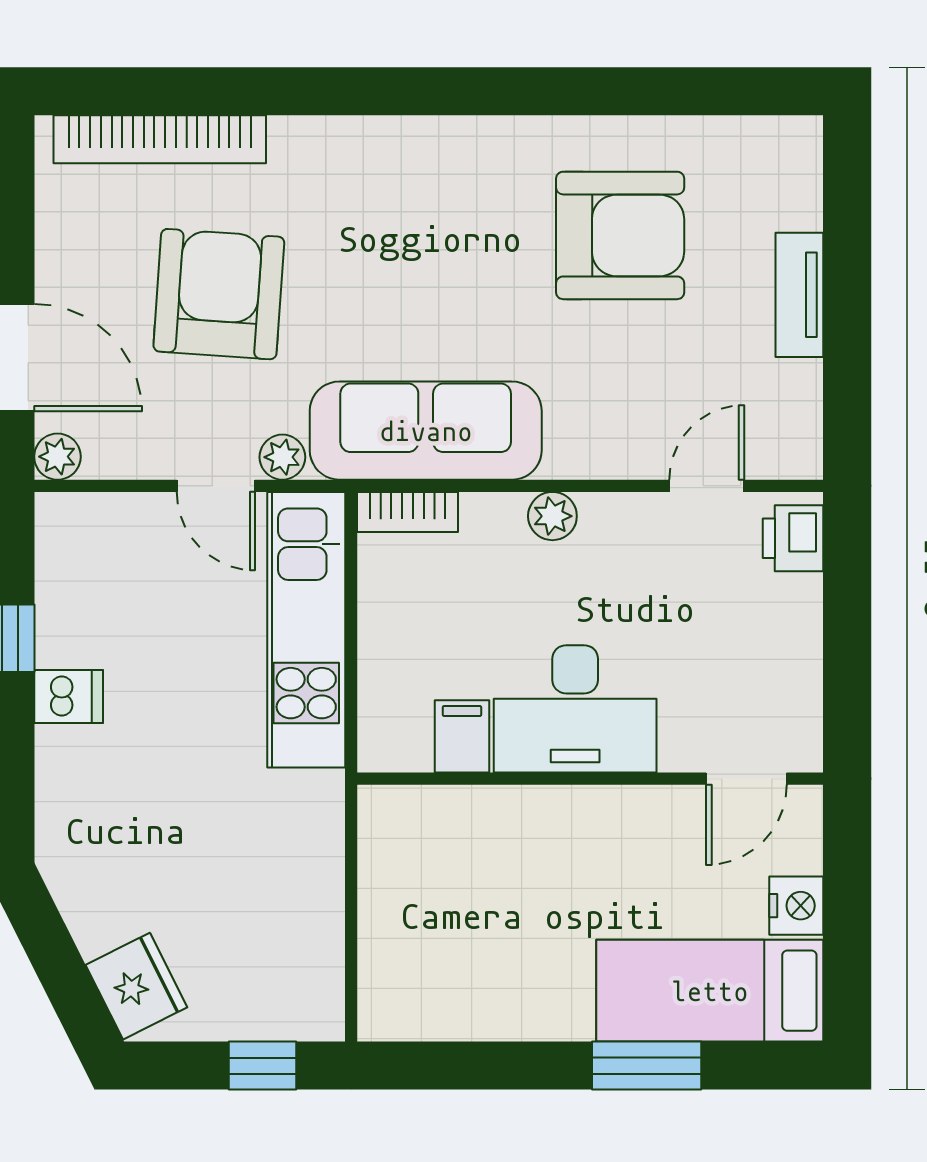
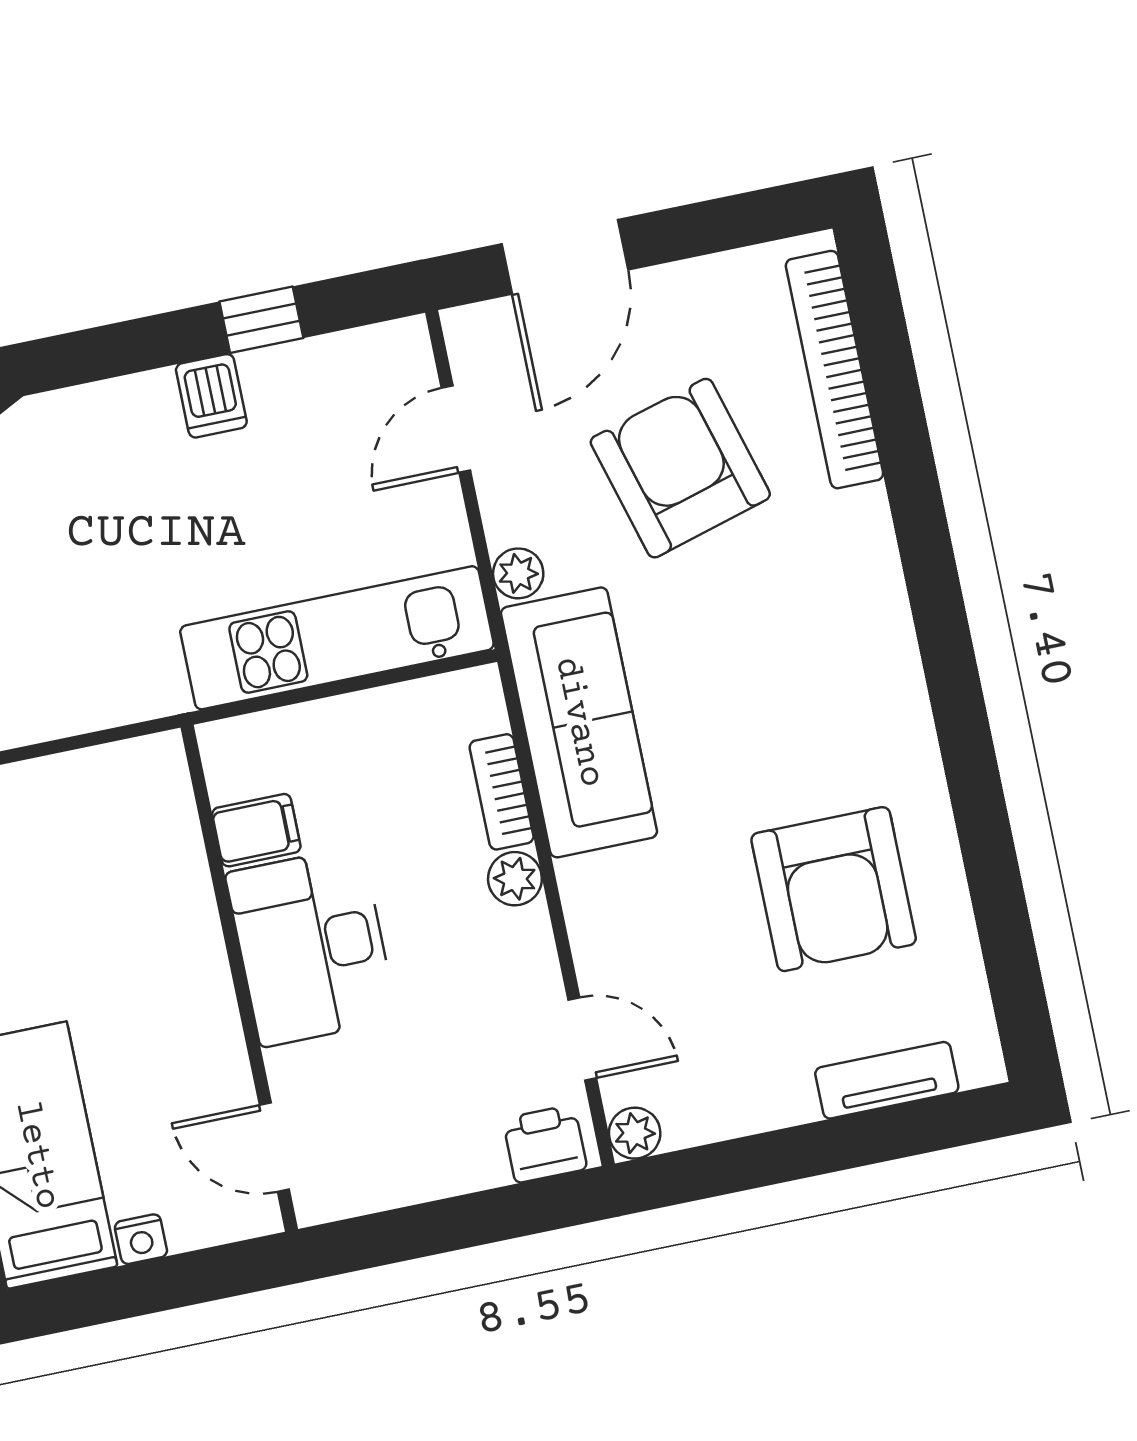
armchair: (219, 294) -> (680, 468), turned -110
tv unit: (799, 295) -> (887, 1080), moved
plant: (57, 457) -> (635, 1133), moved
door: (216, 486) -> (456, 429), moved
bookcase: (407, 512) -> (502, 792), moved
nightstand: (796, 906) -> (141, 1239), width x0.72, depth x0.74

